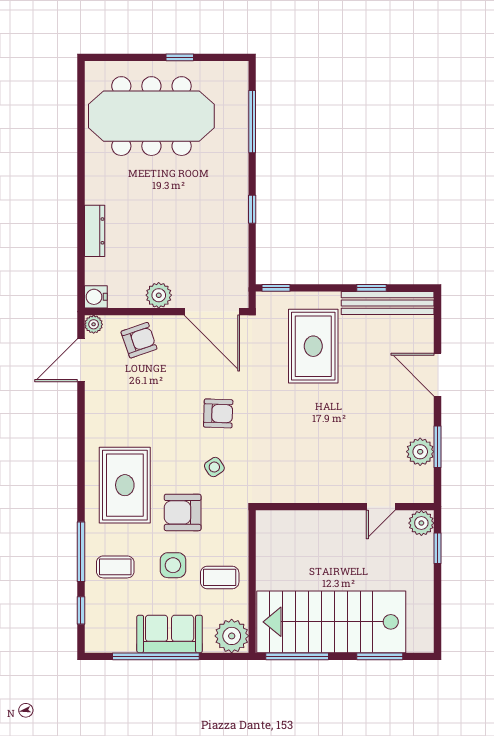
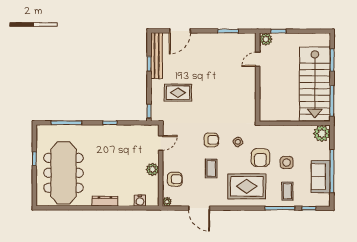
dresser: (95, 231) -> (105, 201), moved
water cooler: (96, 297) -> (140, 201), moved
door: (212, 312) -> (161, 143), width x0.53
armchair: (139, 340) -> (175, 179), turned 109
rug: (313, 346) -> (178, 93), width x0.73, depth x0.70
door: (81, 360) -> (199, 208), moved
door: (438, 375) -> (180, 31), moved
armchair: (218, 413) -> (211, 140), turned 88
plant: (420, 452) -> (230, 40), removed
door: (381, 507) -> (258, 59), swing flipped
coffee table: (220, 577) -> (211, 168), moved
sofa: (170, 634) -> (321, 177), moved

